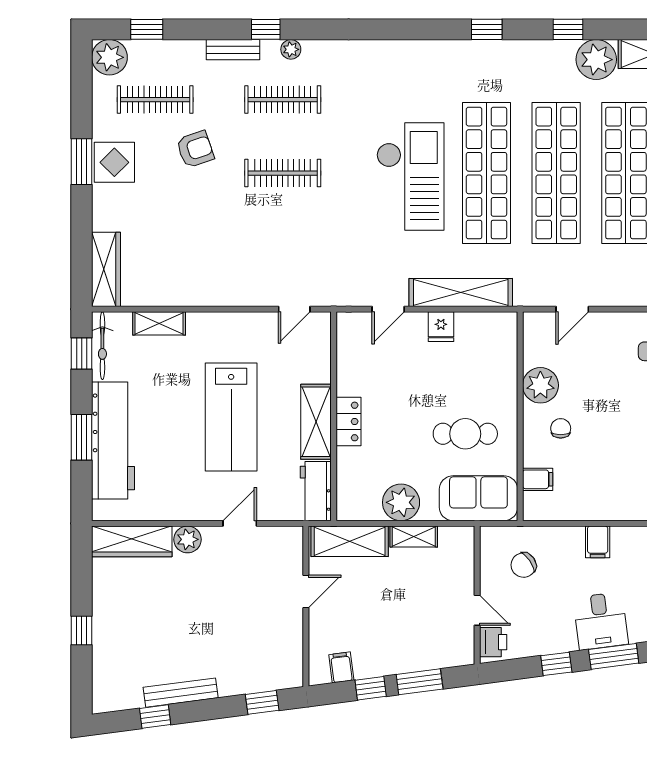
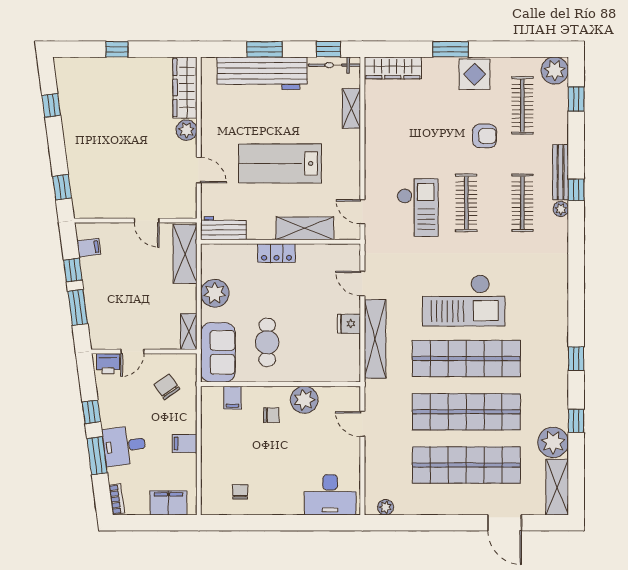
bench: (233, 50) -> (561, 172), width x1.36
armchair: (195, 149) -> (485, 136), turned -71
window: (82, 162) -> (451, 49), moved
checkout: (289, 237) -> (418, 208), added
shelving: (316, 422) -> (305, 228), moved
shelving: (414, 536) -> (189, 332), moved
bench: (181, 693) -> (69, 125), removed

